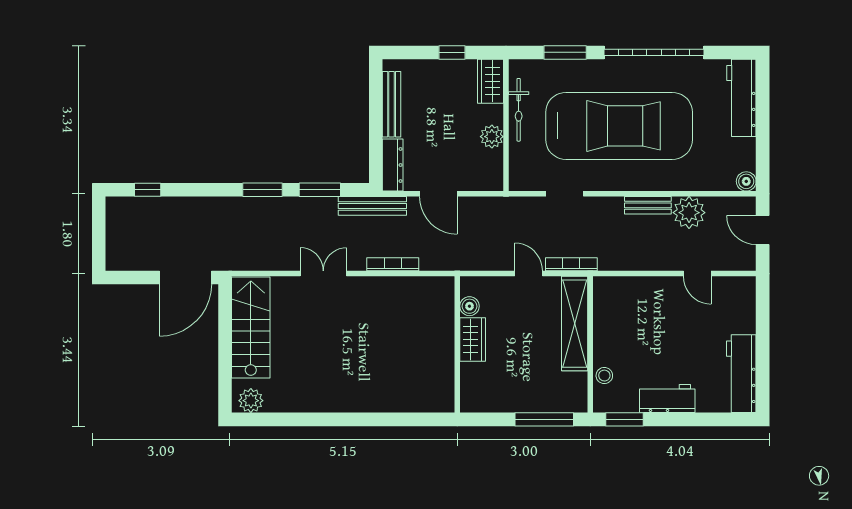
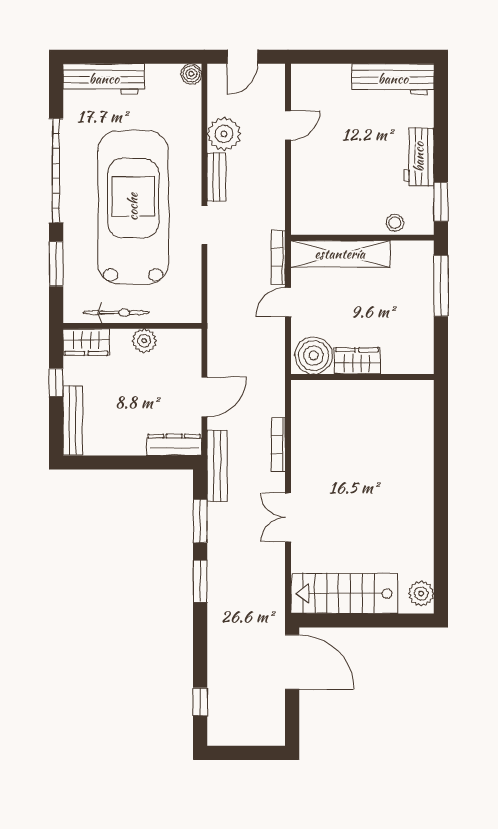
bench: (392, 104) -> (73, 420), moved, turned 90
doorway: (565, 194) -> (204, 225), moved
boiler: (469, 306) -> (314, 355), width x1.86, depth x1.86

